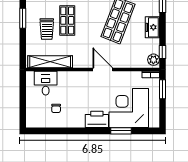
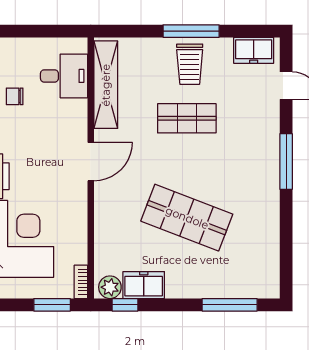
window: (23, 18) -> (191, 31), width x1.44
freezer: (152, 27) -> (144, 285), moved
trolley: (47, 29) -> (190, 64), moved, turned -90
door: (103, 70) -> (91, 162), moved

